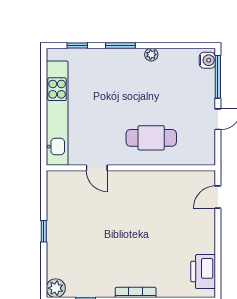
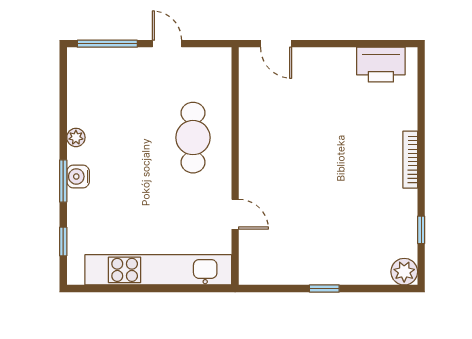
water cooler: (207, 60) -> (78, 176), moved, turned -90
door: (97, 168) -> (235, 214), hinge flipped

